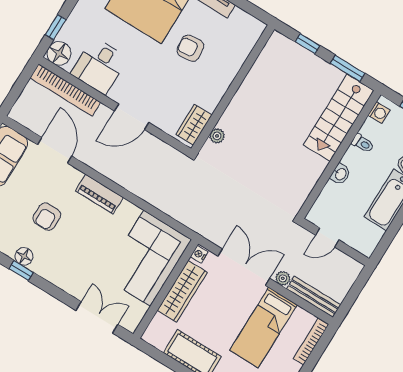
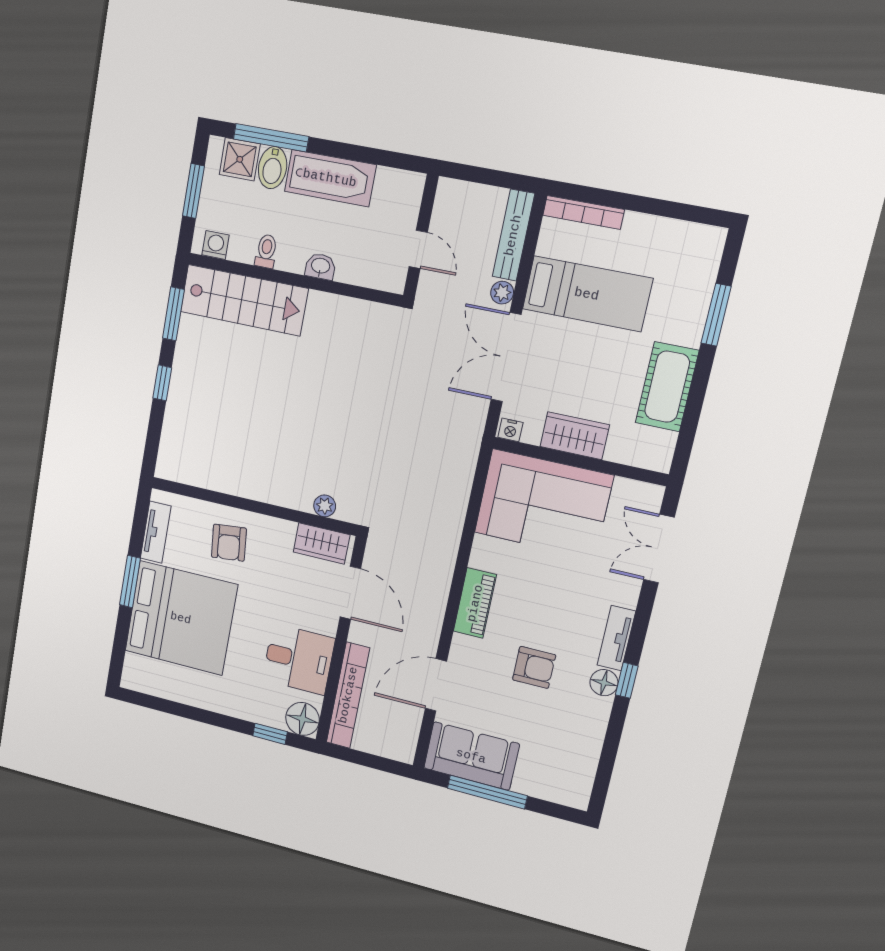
wall: (233, 89) -> (253, 506), moved
wardrobe: (194, 125) -> (322, 543), moved
plant: (217, 136) -> (325, 506), moved
tv unit: (50, 273) -> (616, 638), added
wardrobe: (182, 291) -> (575, 436), width x0.67

